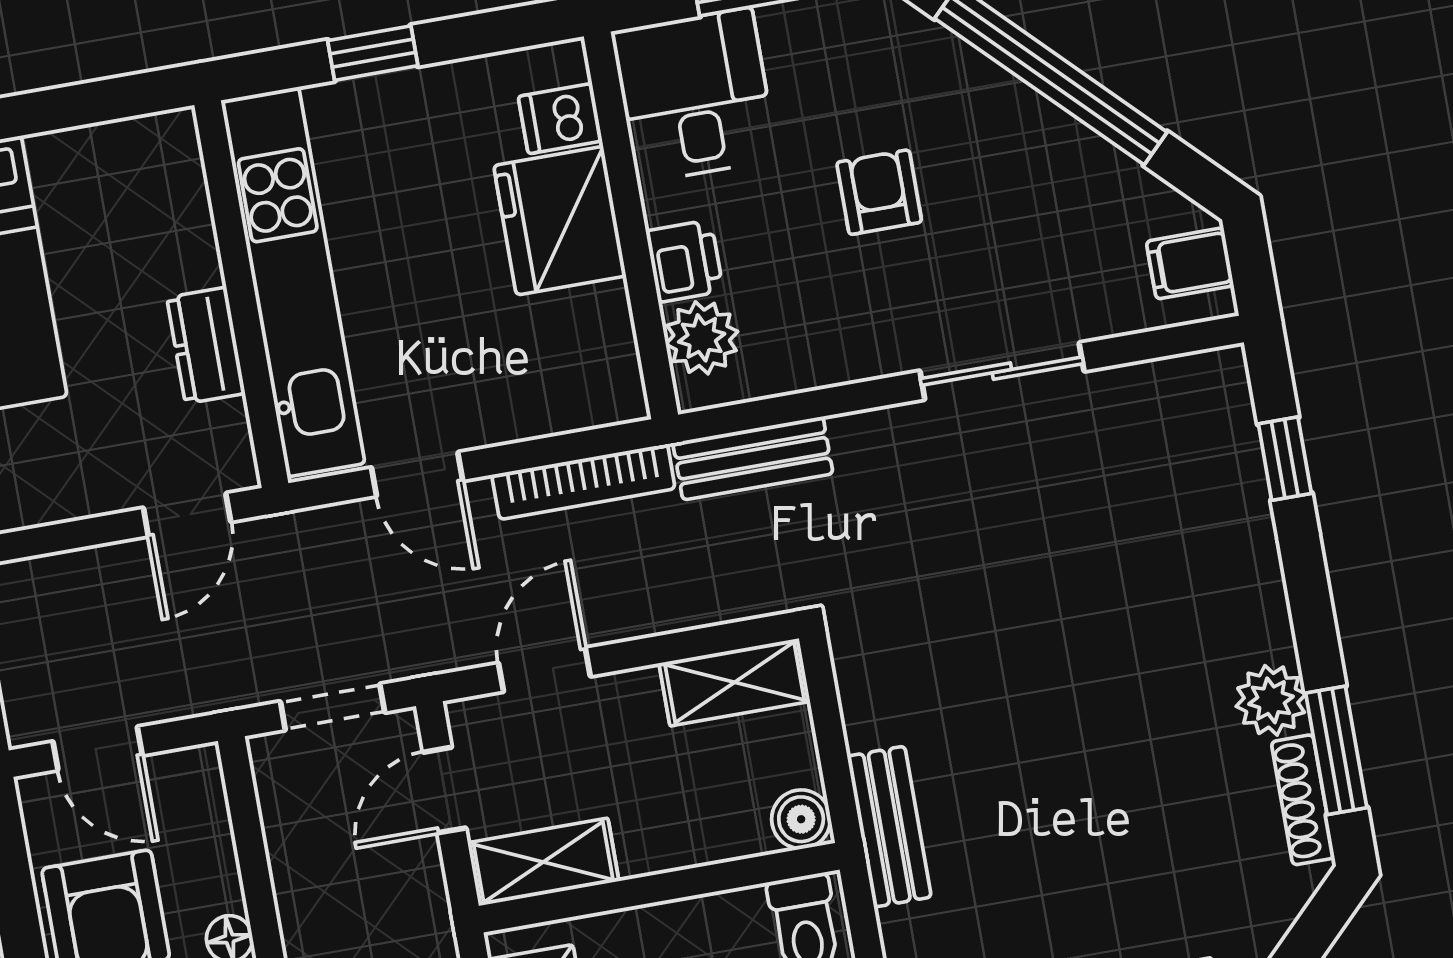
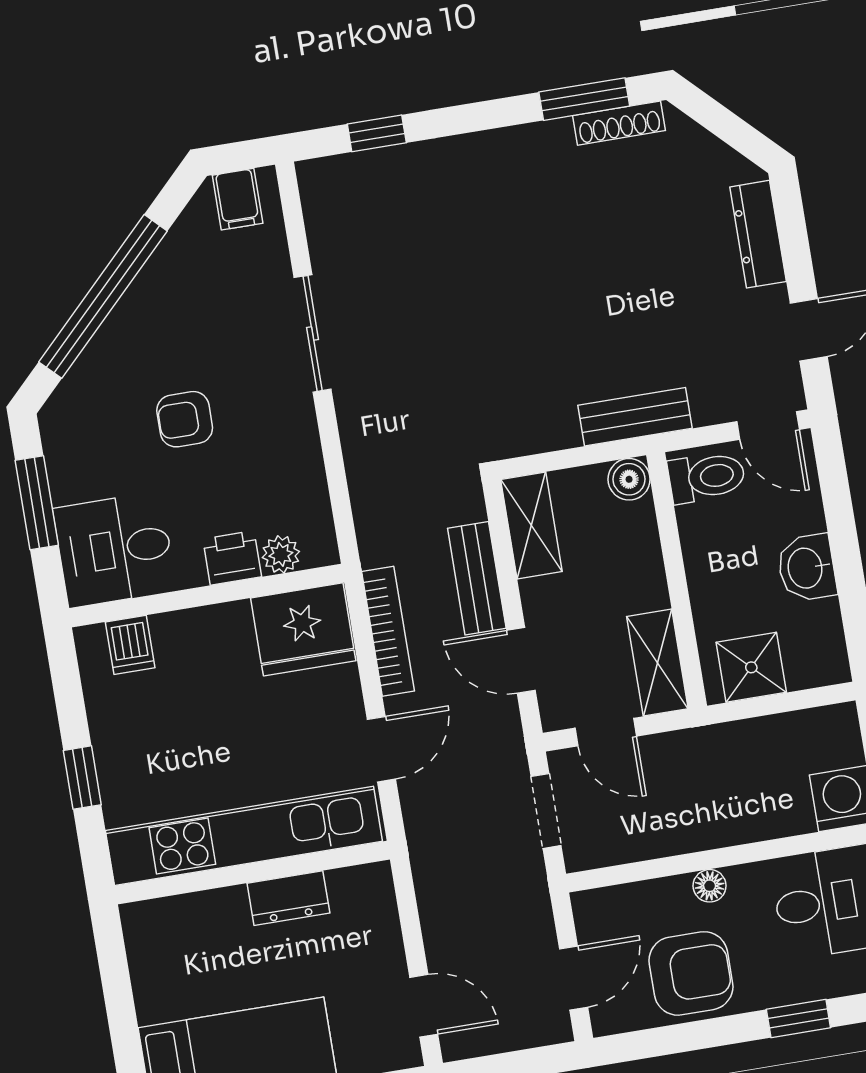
fridge: (560, 221) -> (303, 629), moved
plant: (702, 338) -> (281, 554), width x0.73, depth x0.73
bench: (753, 458) -> (477, 578), moved
door: (187, 515) -> (424, 1006), moved
plant: (1271, 700) -> (548, 145), removed

